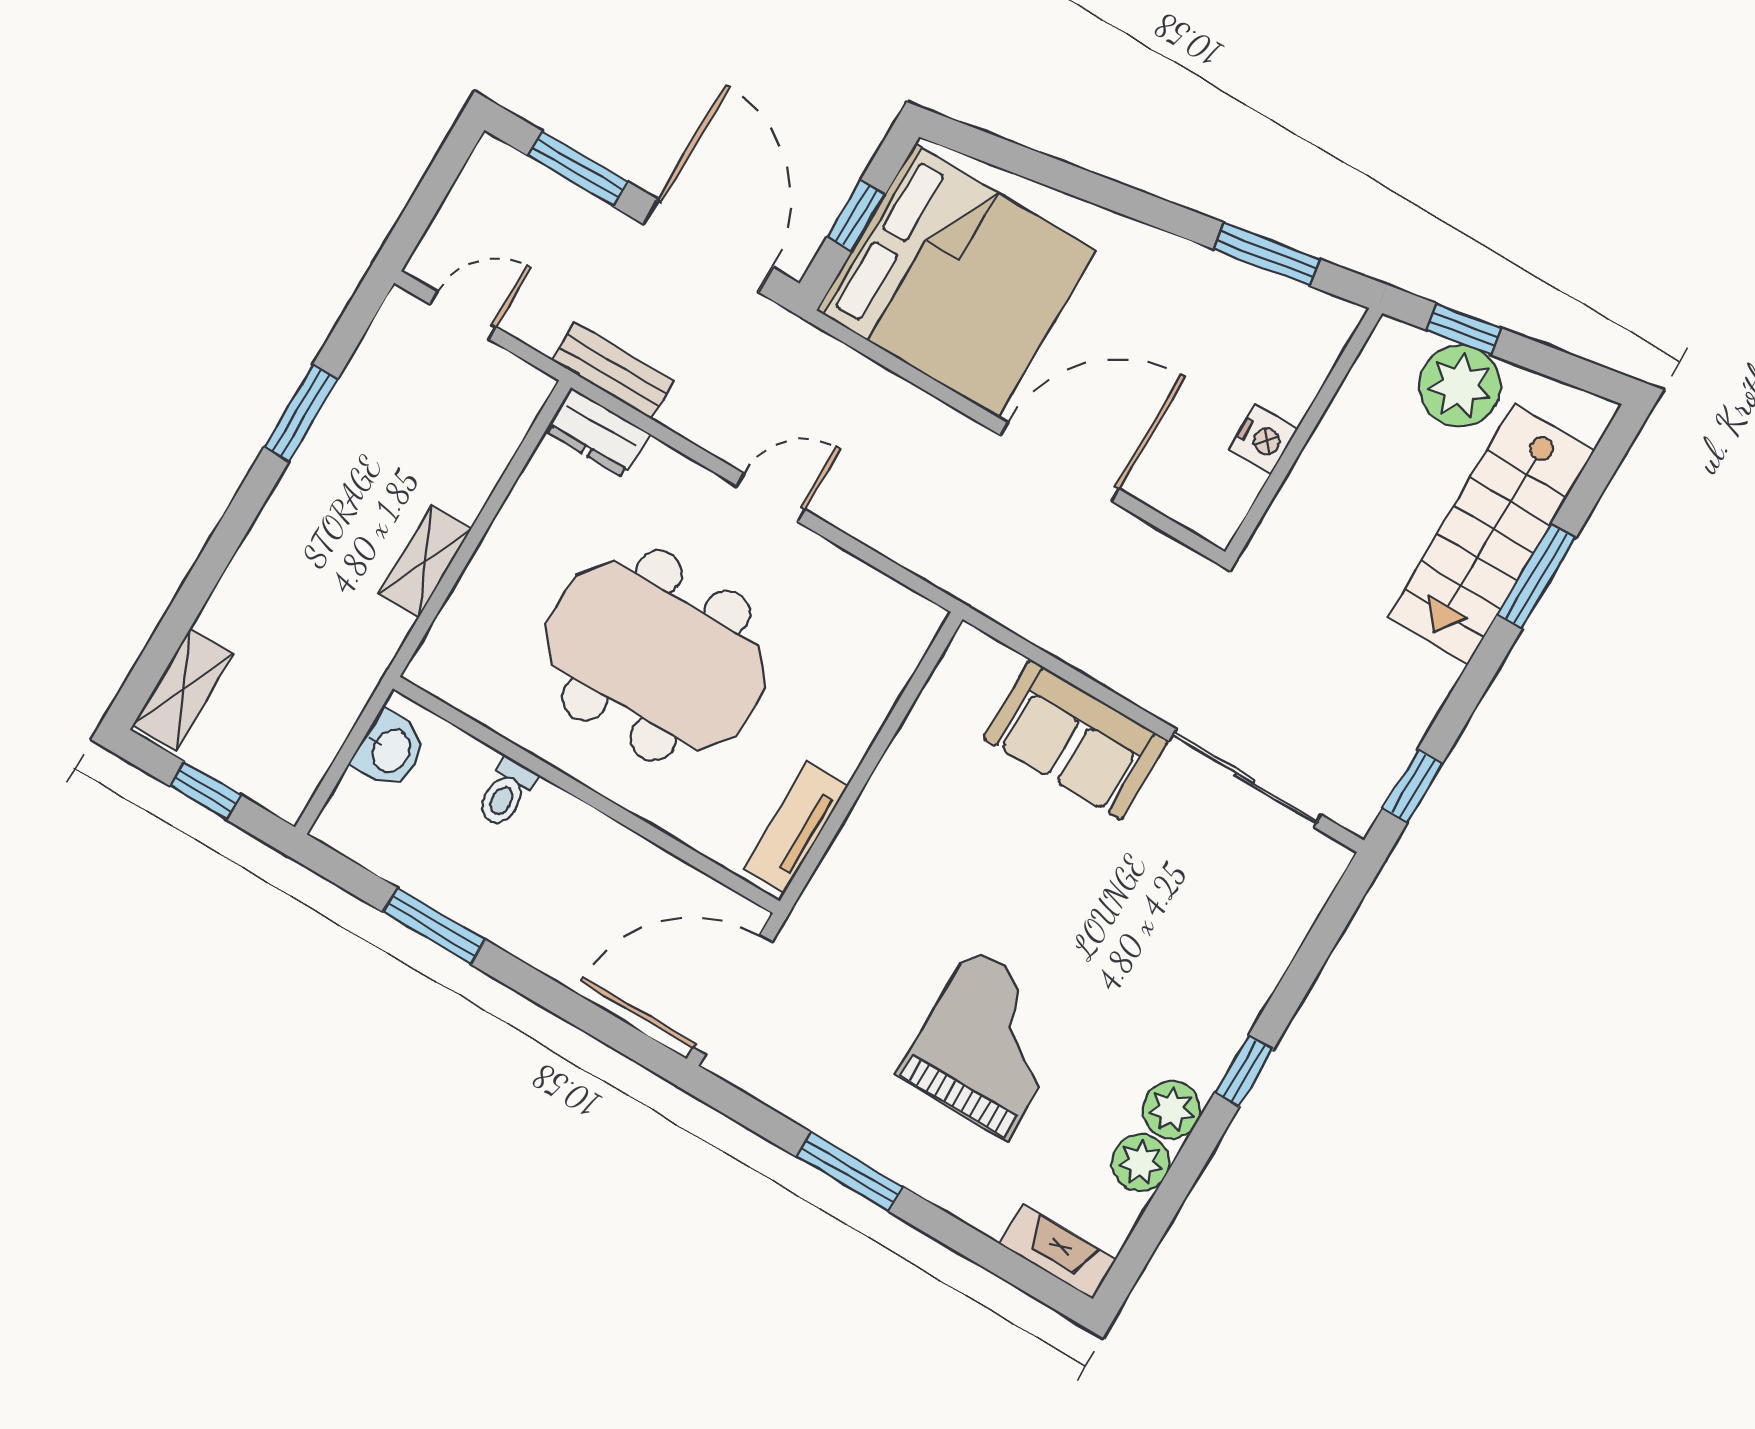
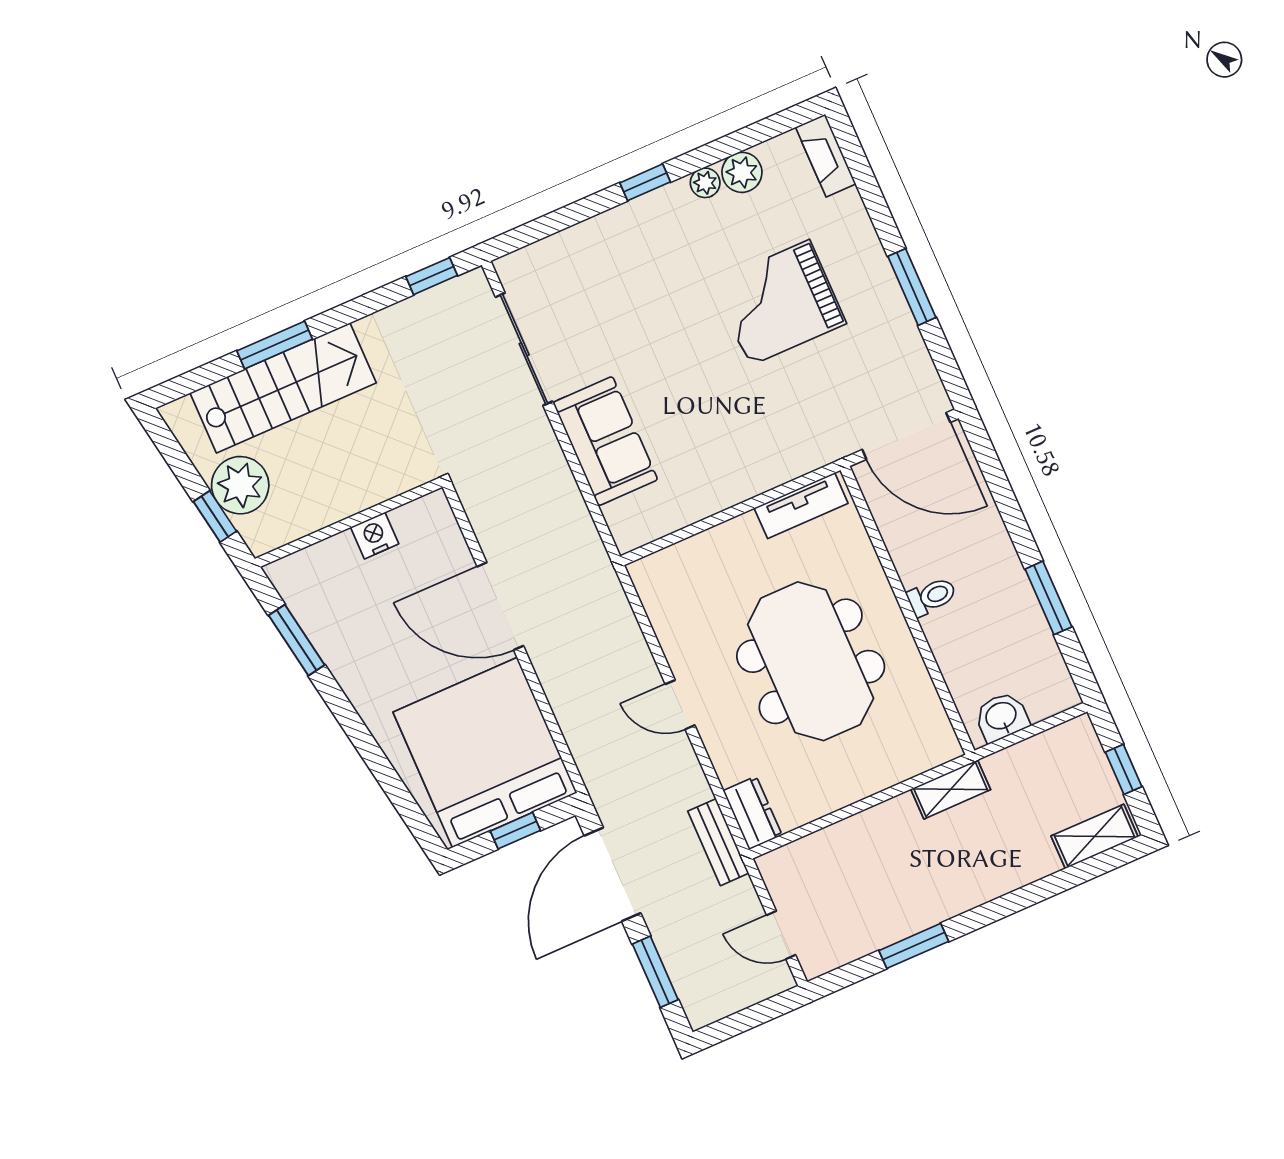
shelving: (425, 562) -> (951, 789), moved
toilet: (506, 793) -> (932, 596), moved
plant: (1172, 1110) -> (705, 183), width x0.73, depth x0.73

